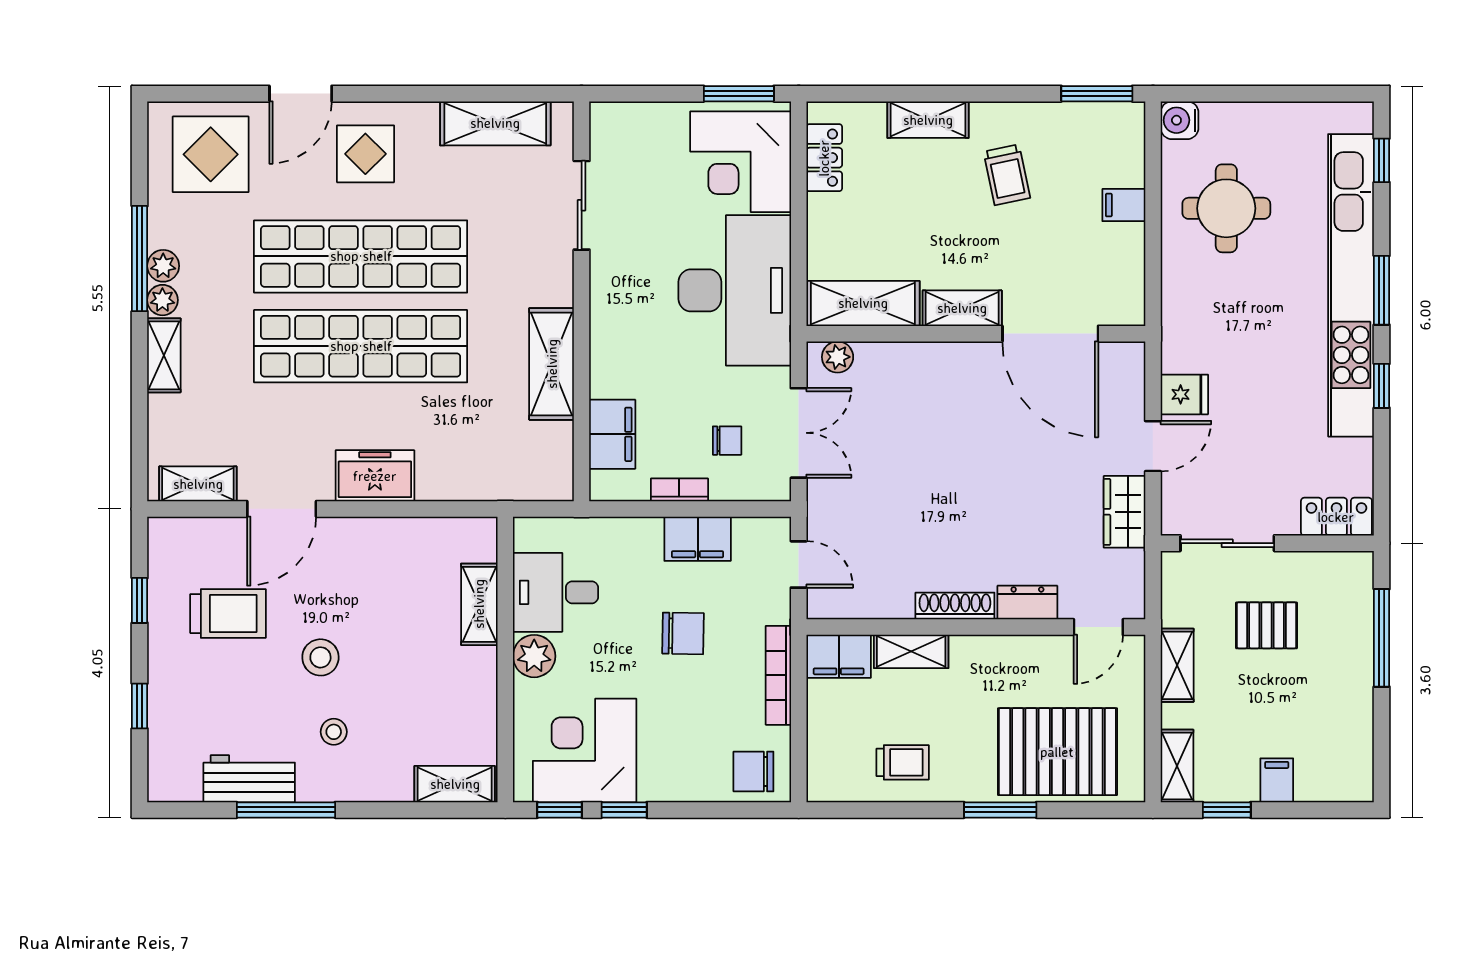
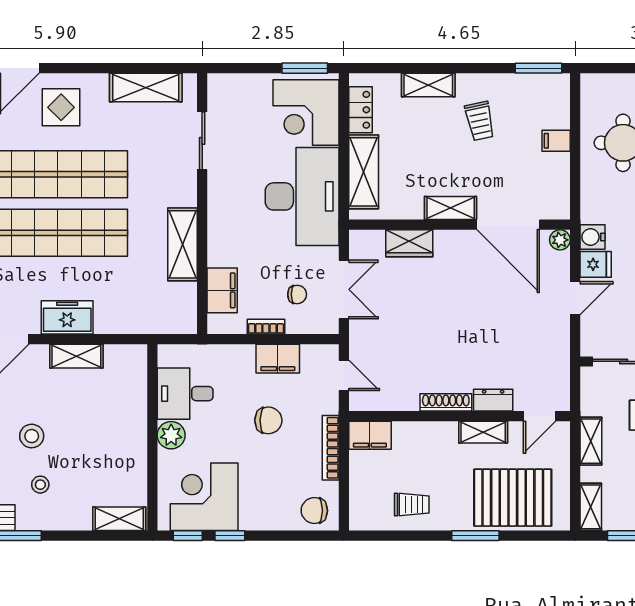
water cooler: (1180, 120) -> (592, 237), moved
shelving: (863, 303) -> (364, 172), moved, turned 90
plant: (838, 357) -> (560, 240), moved
wardrobe: (1125, 512) -> (409, 243), moved, turned -90
shelving: (479, 604) -> (76, 356), moved, turned 90
shelving: (911, 651) -> (483, 432), moved

